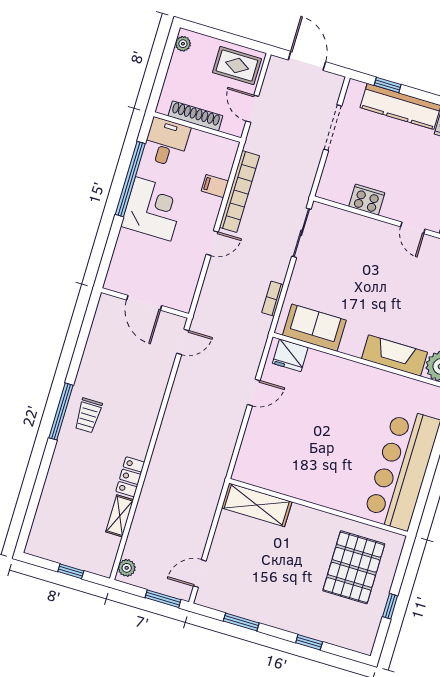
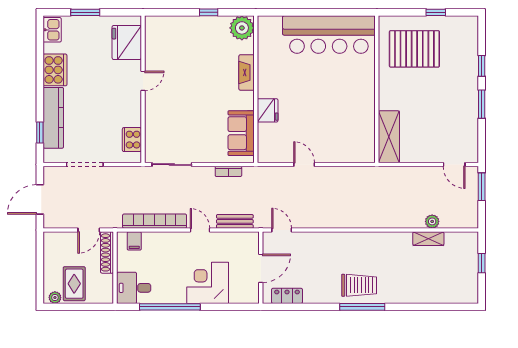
rug: (237, 66) -> (74, 284), moved
shoe rack: (195, 116) -> (107, 252), moved
filing cabinet: (215, 186) -> (134, 241), moved
cooker: (367, 200) -> (132, 140), moved
corner desk: (153, 209) -> (208, 283), moved
bench: (210, 288) -> (235, 221), added
fridge: (290, 355) -> (268, 110), moved
fireplace: (394, 356) -> (247, 72), width x0.73, depth x0.76
trolley: (88, 415) -> (359, 285), width x1.36, depth x1.39
locker: (130, 477) -> (287, 296), moved, turned 180
plant: (127, 568) -> (432, 221), moved
window: (241, 622) -> (482, 104), moved

